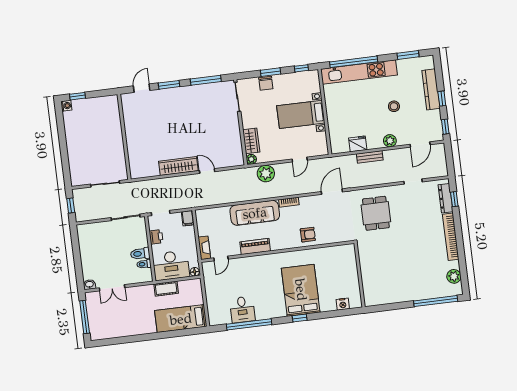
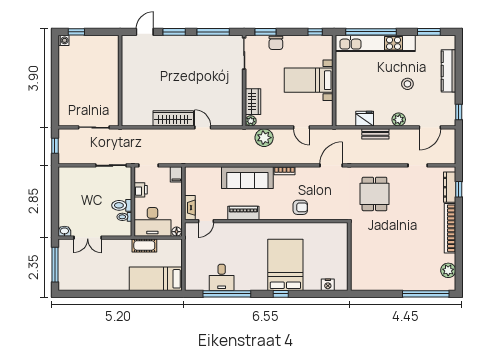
window: (271, 72) -> (265, 32), moved
window: (442, 99) -> (459, 82), removed
door: (300, 160) -> (301, 127), hinge flipped

